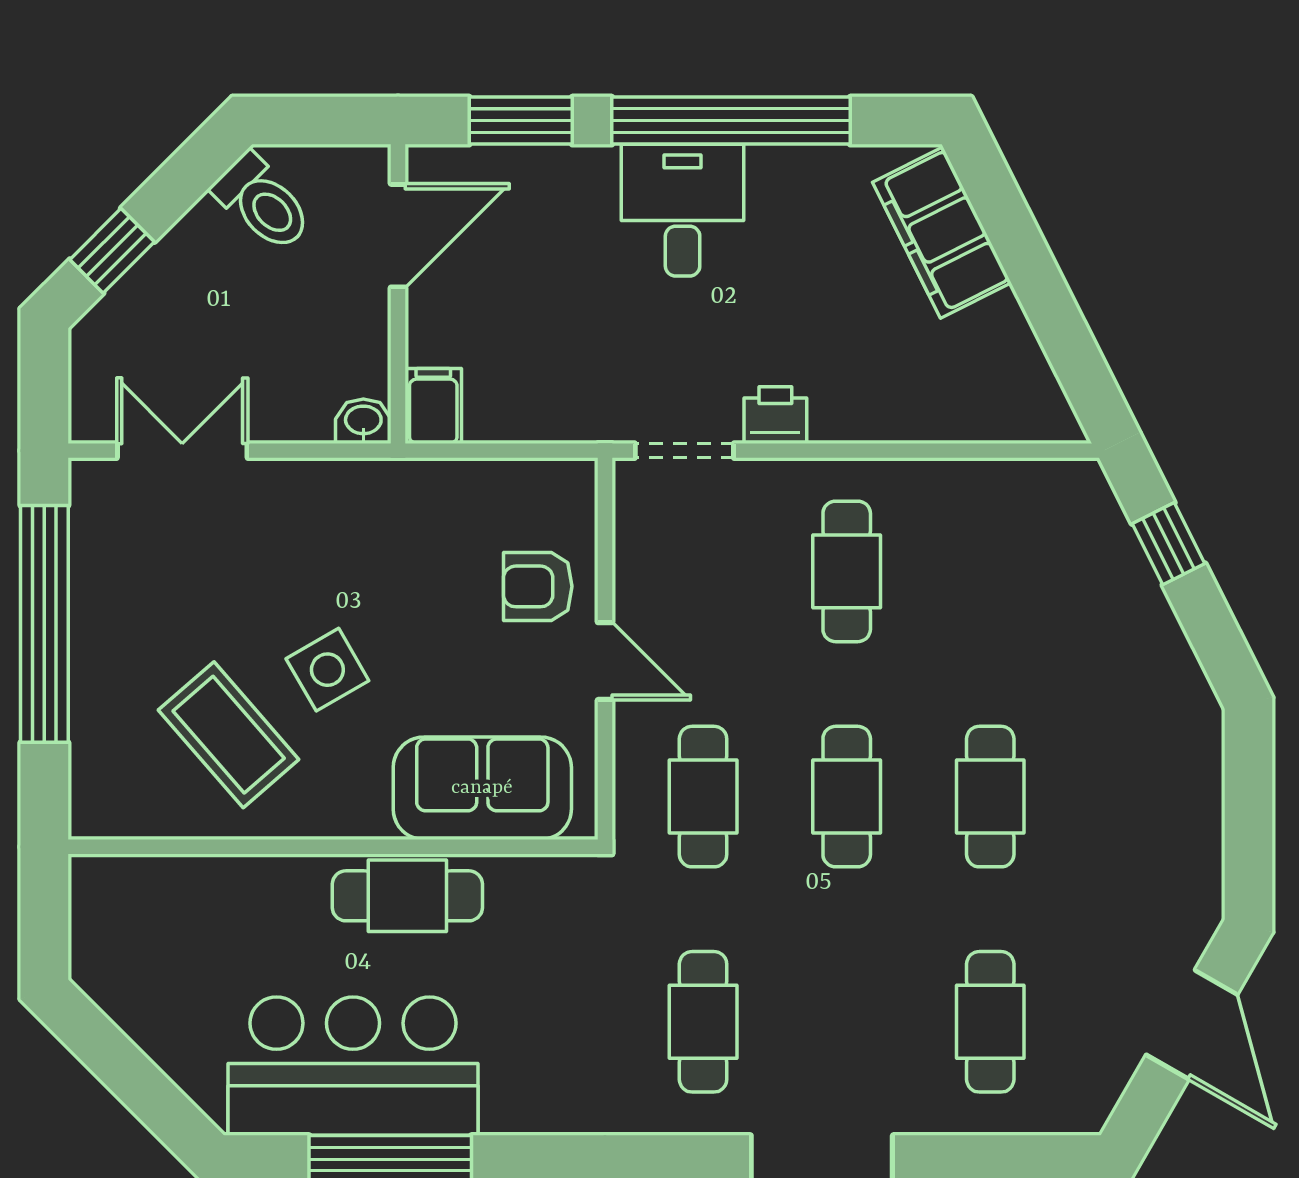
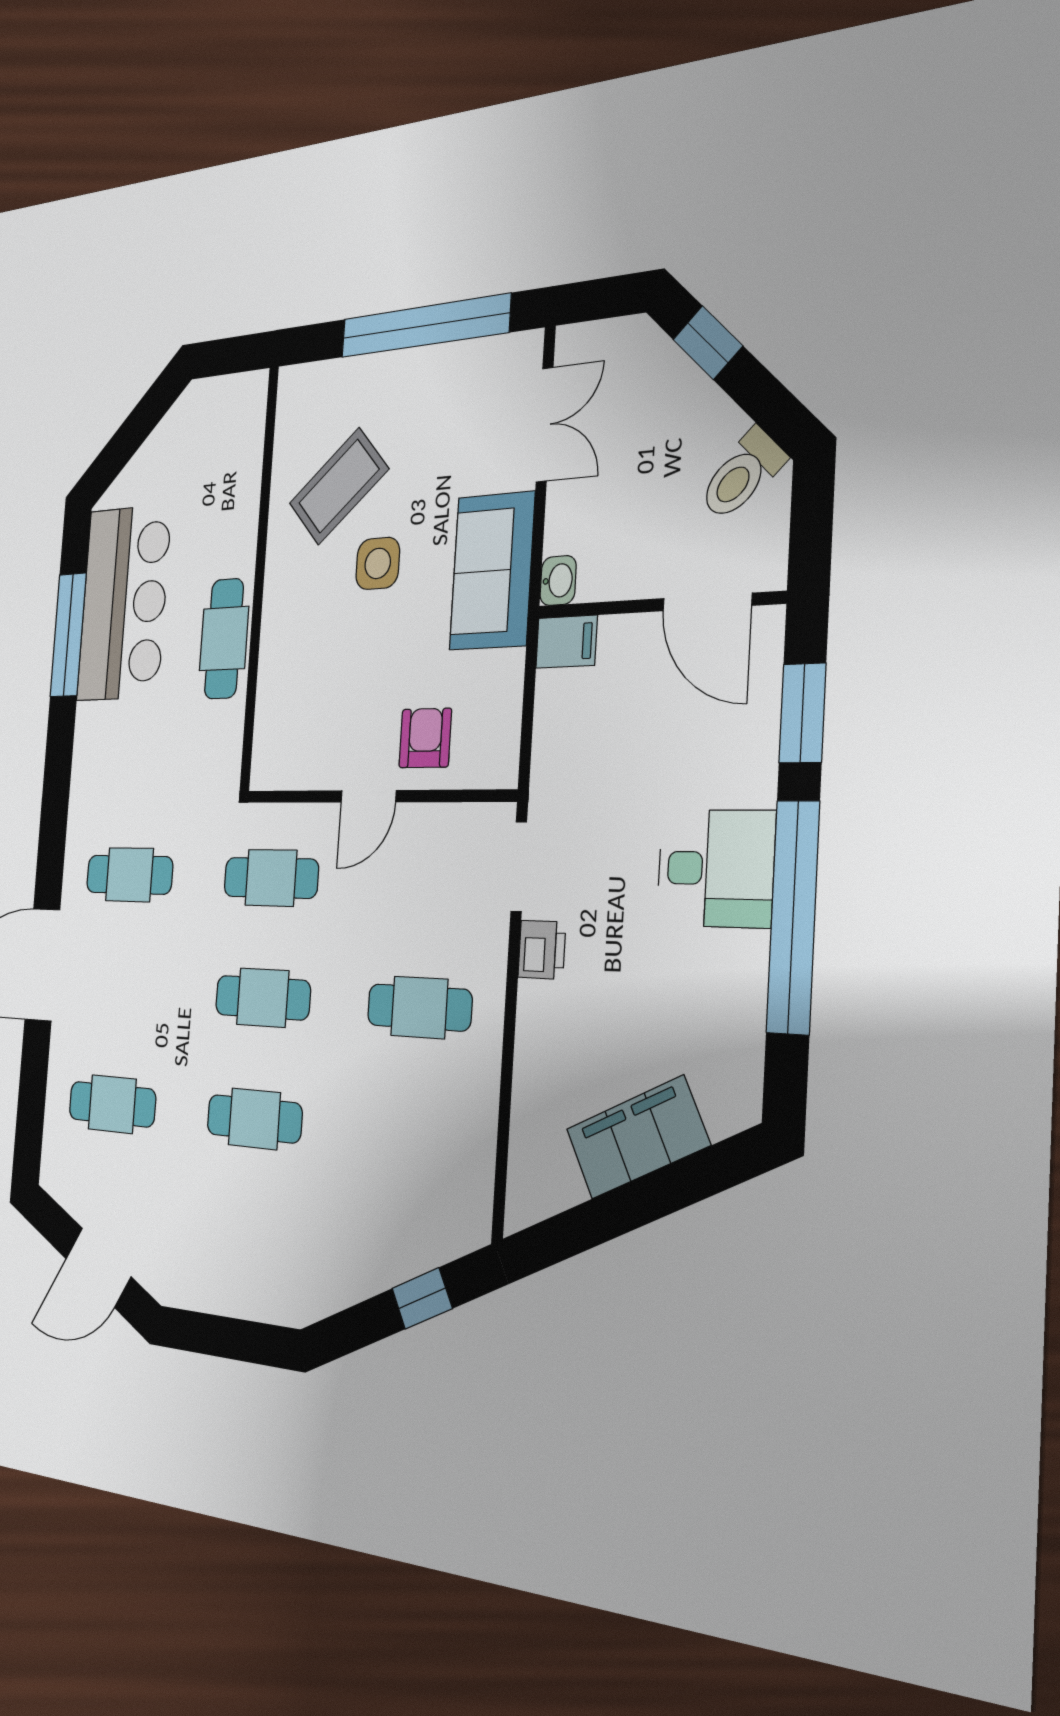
filing cabinet: (942, 232) -> (638, 1137), moved
side table: (327, 670) -> (378, 563), turned 30
sofa: (482, 788) -> (492, 571), moved, turned 180

